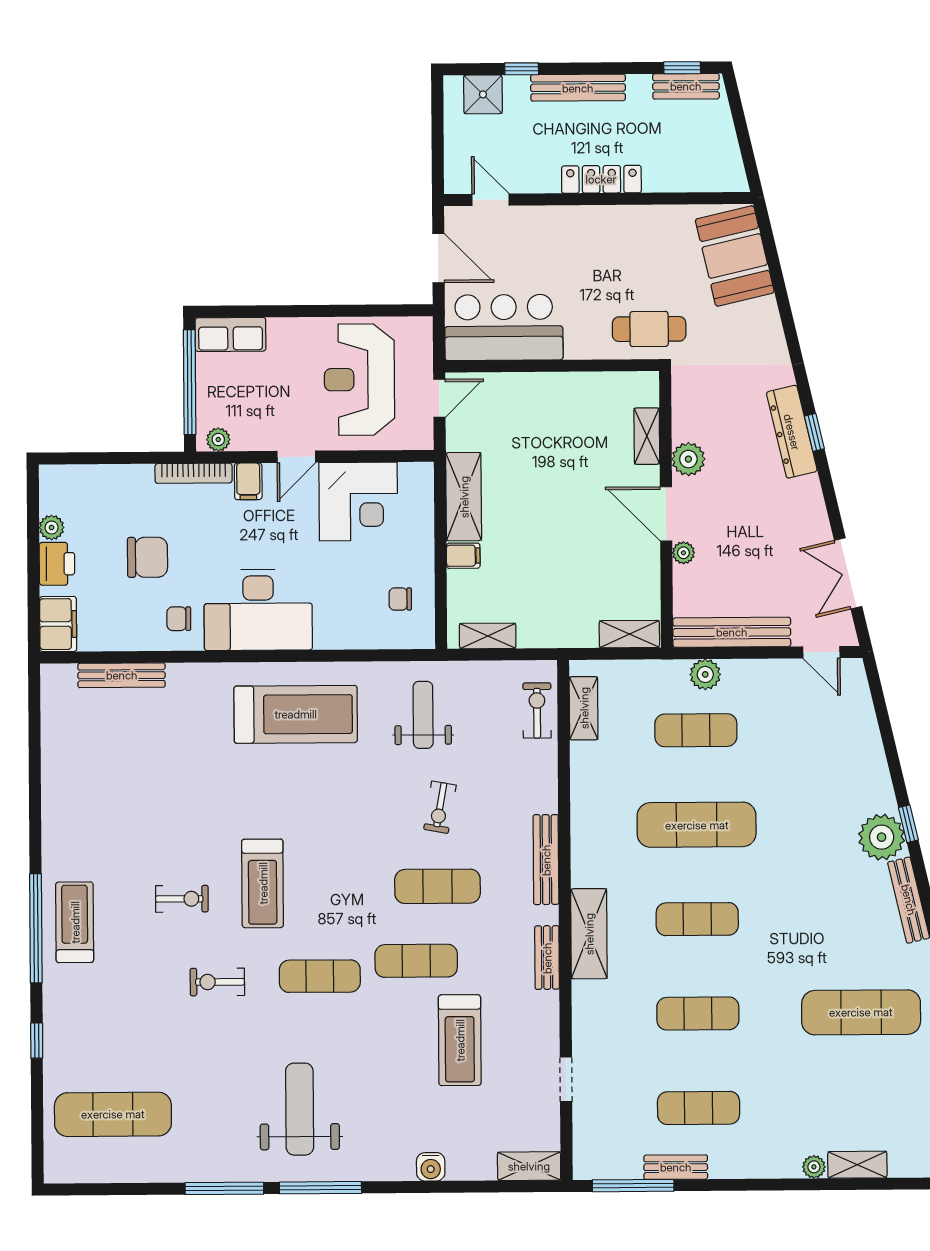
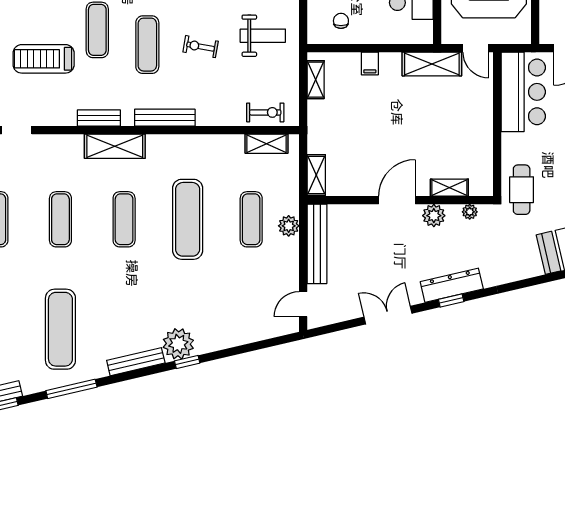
shelving: (464, 497) -> (432, 64), moved
plant: (683, 553) -> (470, 212), moved
double door: (848, 573) -> (388, 315), moved

